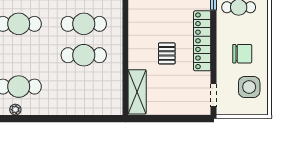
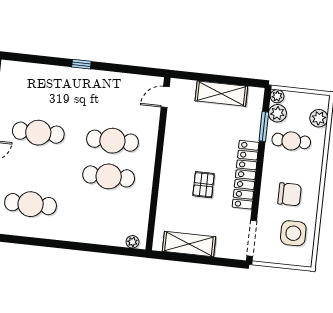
shelving: (137, 92) -> (189, 244), moved, turned 90
doorway: (214, 95) -> (252, 238), width x1.38
plant: (15, 110) -> (132, 242), moved

